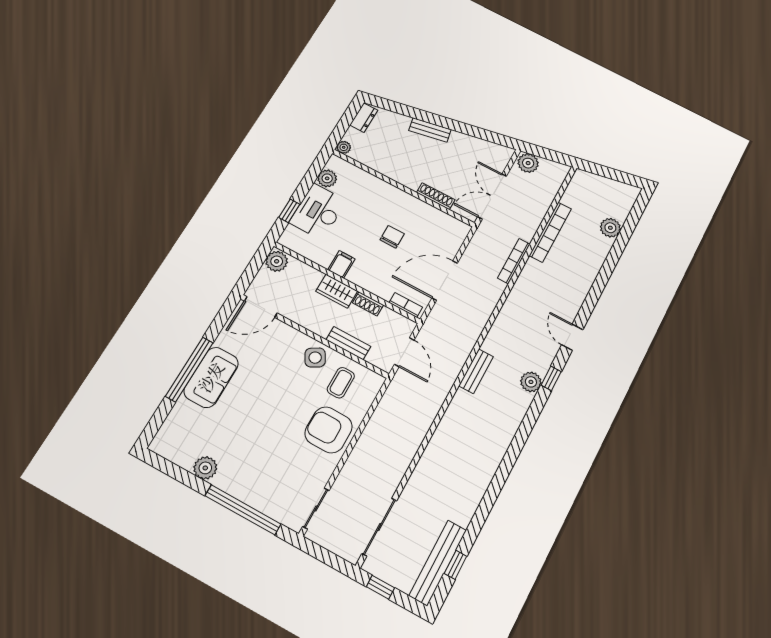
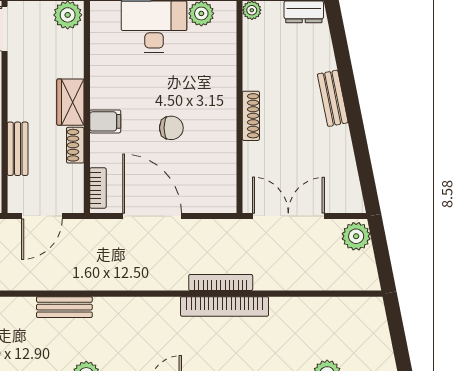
shoe rack: (436, 196) -> (251, 116), moved
bookcase: (550, 232) -> (224, 306), moved
filing cabinet: (341, 264) -> (105, 121), moved

